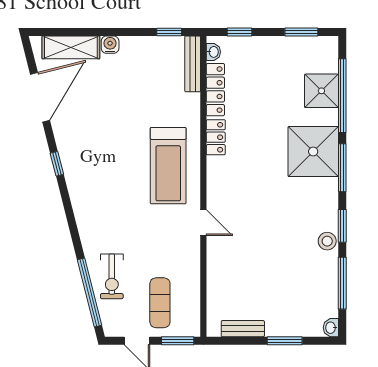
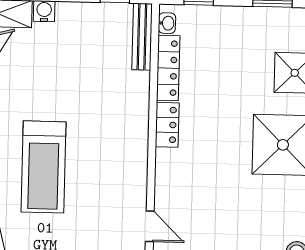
treadmill: (168, 166) -> (44, 167), moved

